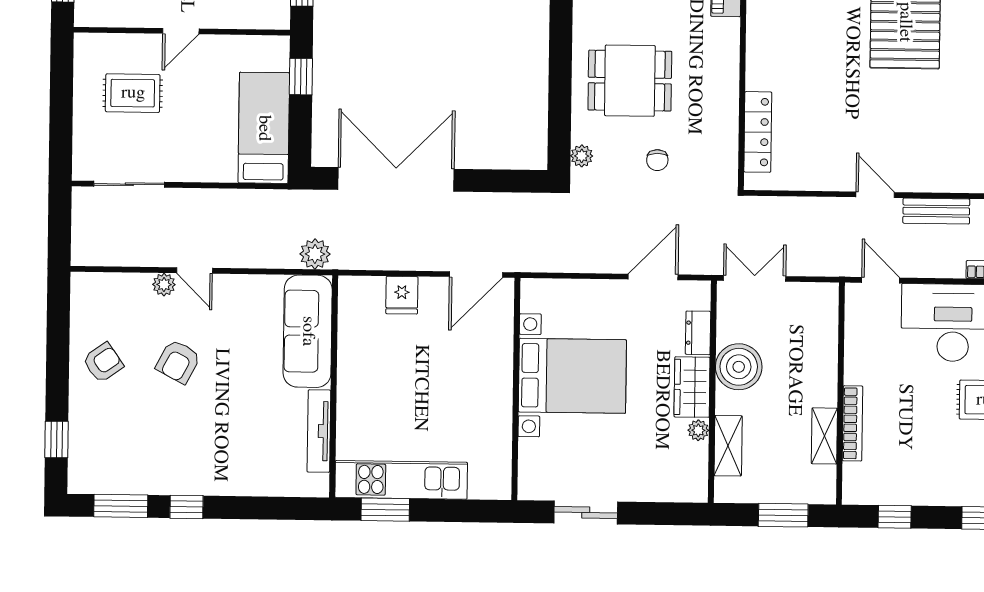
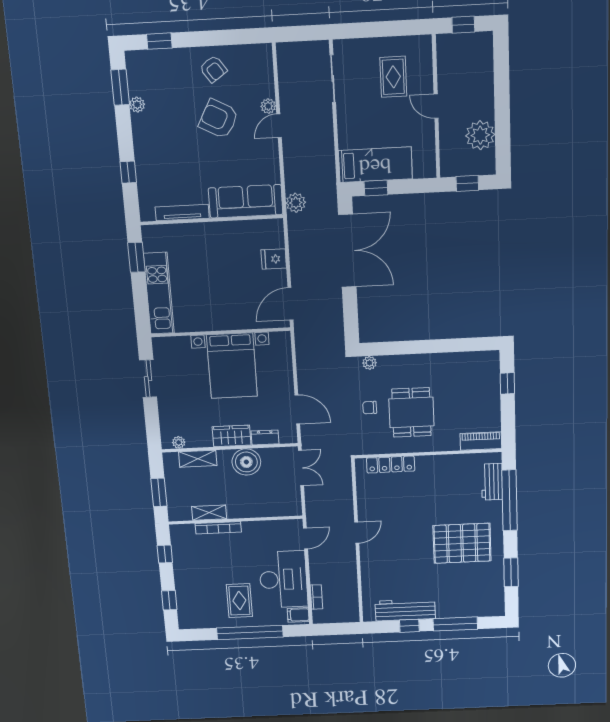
window: (301, 77) -> (376, 188), moved
dining table: (630, 81) -> (411, 412), moved
bench: (936, 211) -> (349, 567), removed
door: (476, 275) -> (290, 304), hinge flipped
armchair: (178, 362) -> (219, 119), width x1.38, depth x1.38
plant: (698, 430) -> (179, 442), moved
kitchen unit: (401, 480) -> (159, 293), moved
plant: (148, 483) -> (137, 105), added
window: (186, 507) -> (128, 172), moved

